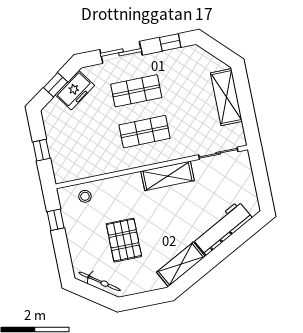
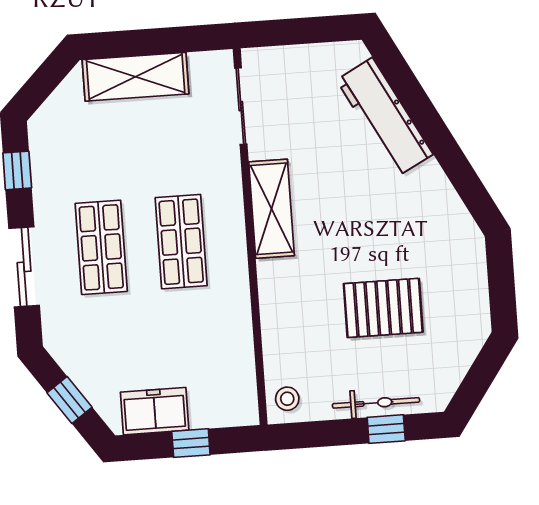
freezer: (75, 90) -> (155, 411), moved, turned -55
stool: (85, 196) -> (287, 399), moved
window: (56, 220) -> (386, 429), moved
shelving: (181, 264) -> (444, 205), removed
bicycle: (100, 281) -> (376, 403), moved, turned 55

